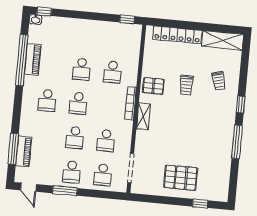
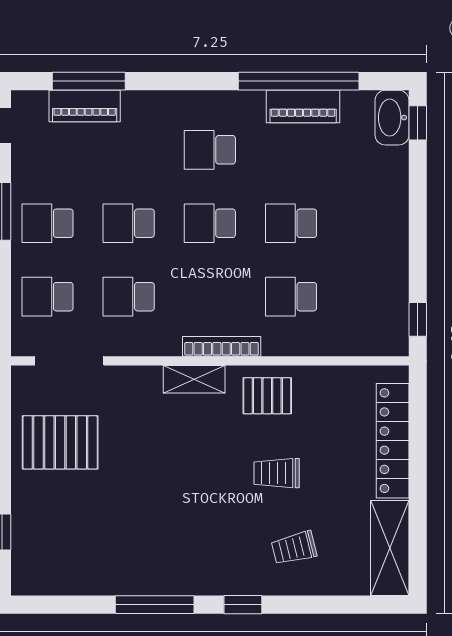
washbasin: (35, 19) -> (392, 118), width x1.91, depth x1.45
pallet: (153, 86) -> (267, 396), turned 90
pallet: (181, 178) -> (60, 442), moved, turned 90

